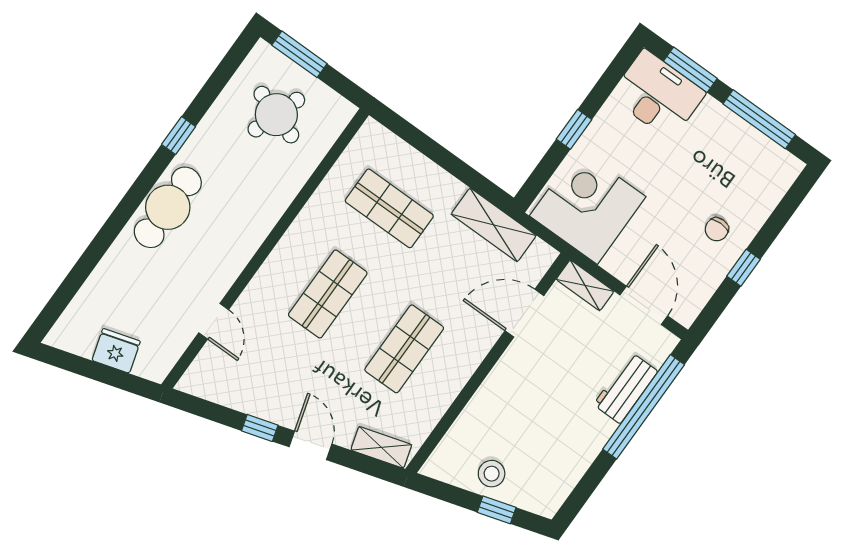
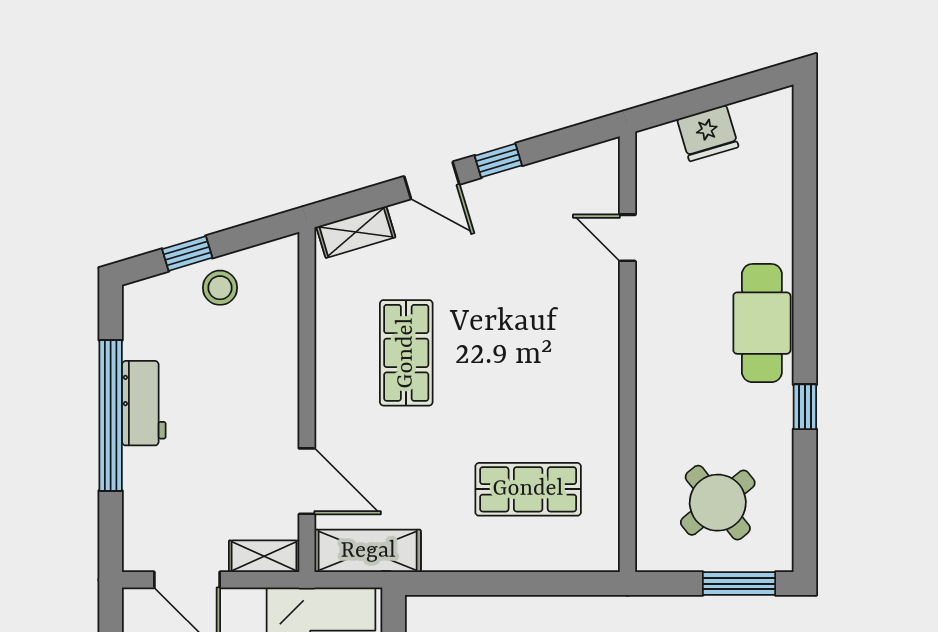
round table: (276, 115) -> (718, 503), turned 32
shelving: (494, 225) -> (368, 551), moved
shop shelf: (328, 294) -> (528, 353), removed
door: (524, 313) -> (307, 481), hinge flipped
workbench: (626, 388) -> (144, 403), moved
window: (644, 407) -> (111, 415), moved

